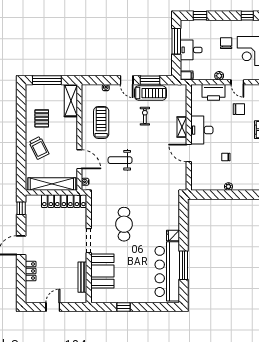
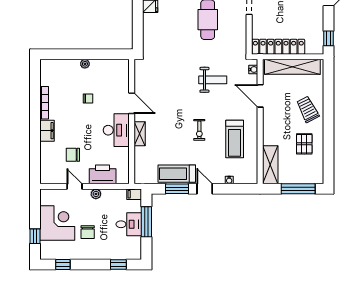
window: (176, 41) -> (146, 222), moved
exercise bike: (145, 116) -> (199, 130), moved
weight bench: (120, 160) -> (213, 80), moved

